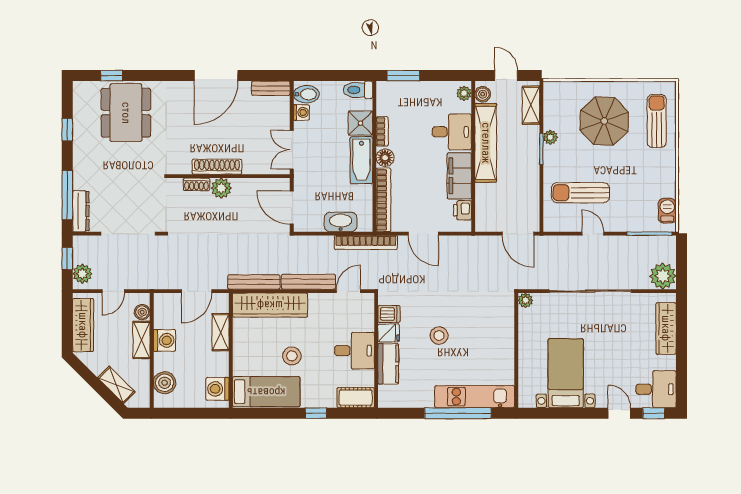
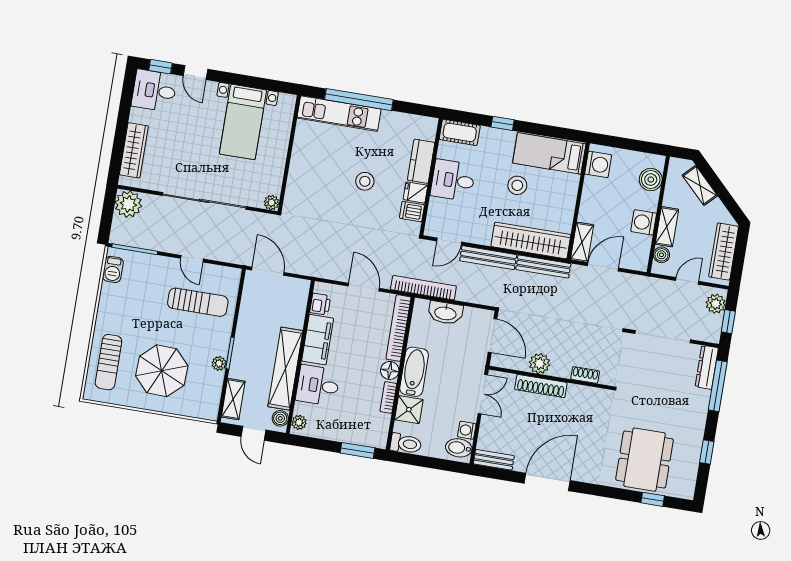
shoe rack: (217, 167) -> (541, 386), moved
plant: (221, 188) -> (540, 364), moved
shelving: (221, 332) -> (582, 242), moved

